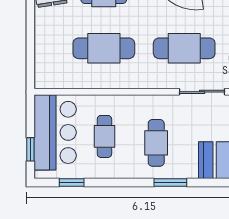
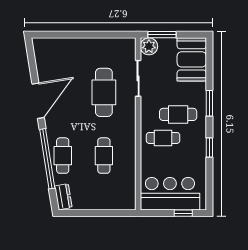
cafe table: (104, 48) -> (104, 156), width x0.73, depth x0.74
cafe table: (104, 136) -> (163, 138), moved
window: (72, 183) -> (209, 148), moved

